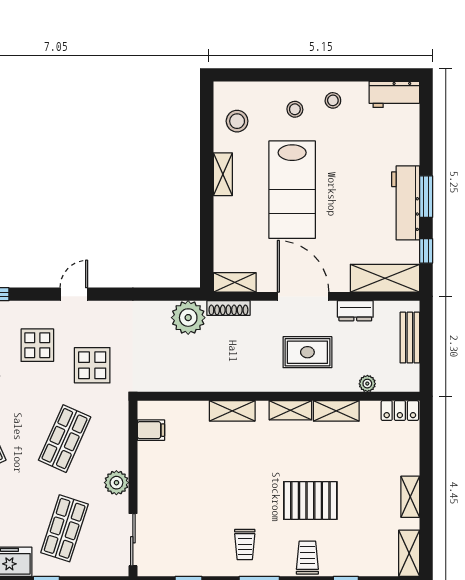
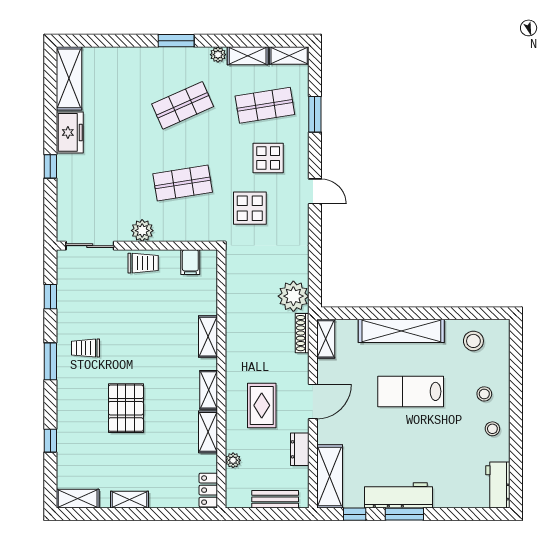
shelving: (223, 174) -> (401, 331), width x2.20, depth x1.33
lab bench: (292, 190) -> (411, 391), width x0.73, depth x0.72
door: (303, 296) -> (313, 401), width x0.73
shop shelf: (65, 439) -> (183, 183), turned -33
shop shelf: (65, 528) -> (100, 183), removed
trolley: (307, 558) -> (143, 263), moved

